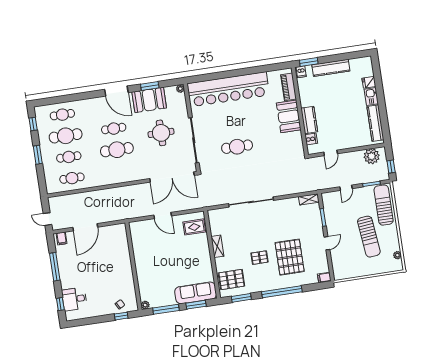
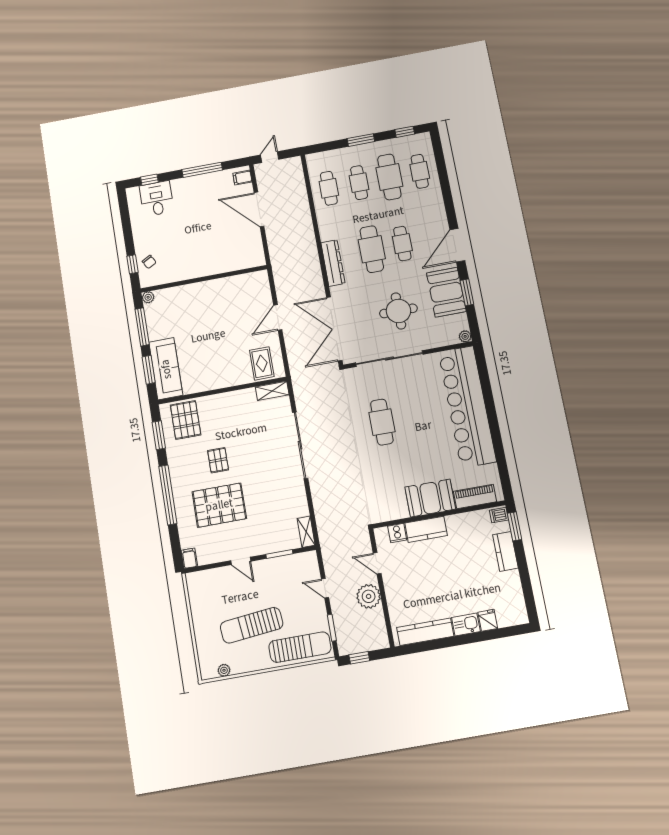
kitchen counter: (331, 68) -> (505, 551), width x0.67
plant: (372, 156) -> (369, 596), moved
dresser: (126, 177) -> (333, 263), added
shelving: (217, 246) -> (272, 391), moved

